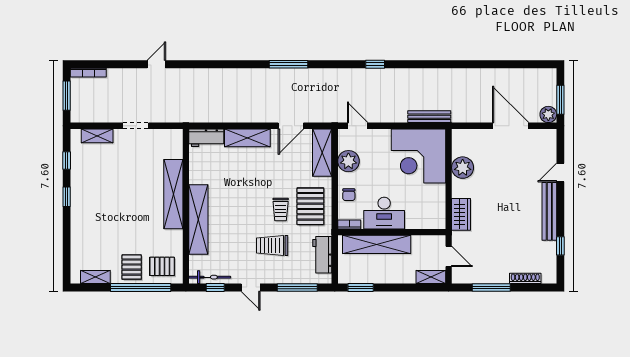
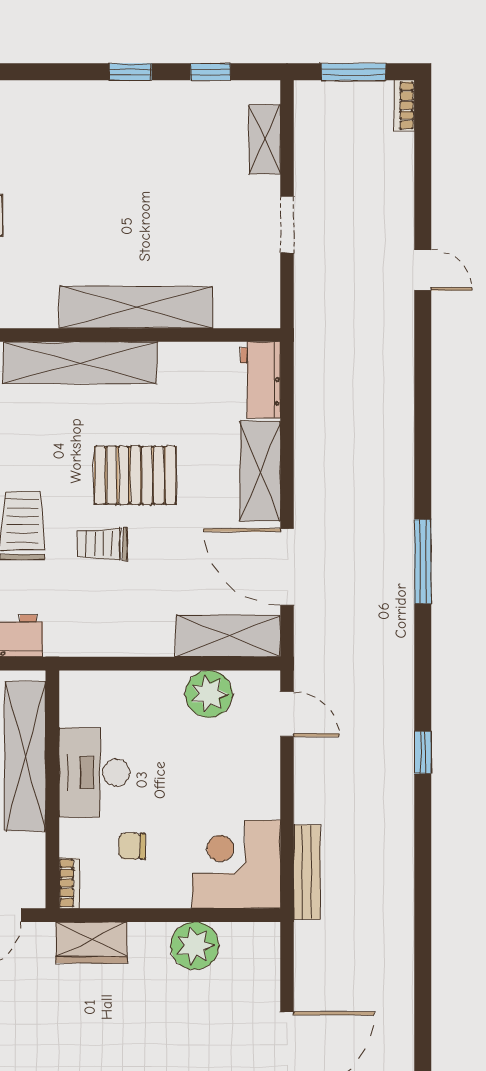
bookcase: (88, 73) -> (404, 105), width x0.64
door: (291, 126) -> (287, 567), width x1.36
door: (358, 126) -> (287, 714), hinge flipped
corner desk: (418, 156) -> (236, 864), width x0.74, depth x0.74
chair: (349, 195) -> (132, 846), moved
pallet: (310, 206) -> (135, 475), moved
bookcase: (349, 224) -> (69, 883), moved

